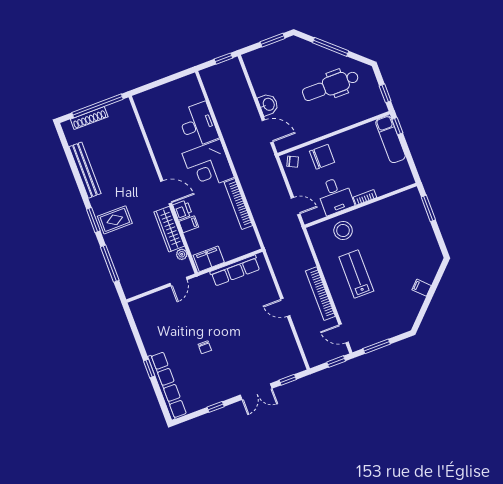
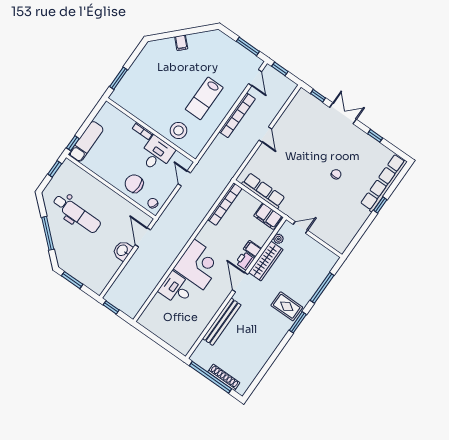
desk: (198, 125) -> (176, 289), width x0.73
bench: (85, 170) -> (222, 322), moved
bookcase: (238, 204) -> (225, 204), moved

